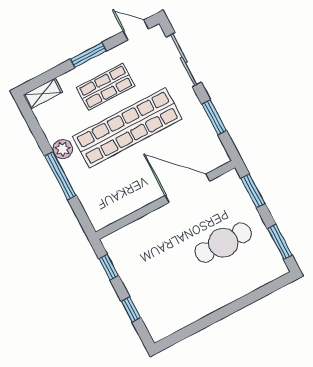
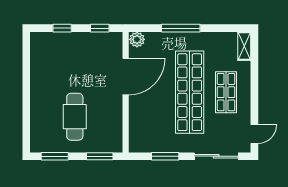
window: (88, 55) -> (254, 92), removed
plant: (63, 149) -> (137, 39), moved
door: (188, 188) -> (126, 77), moved

